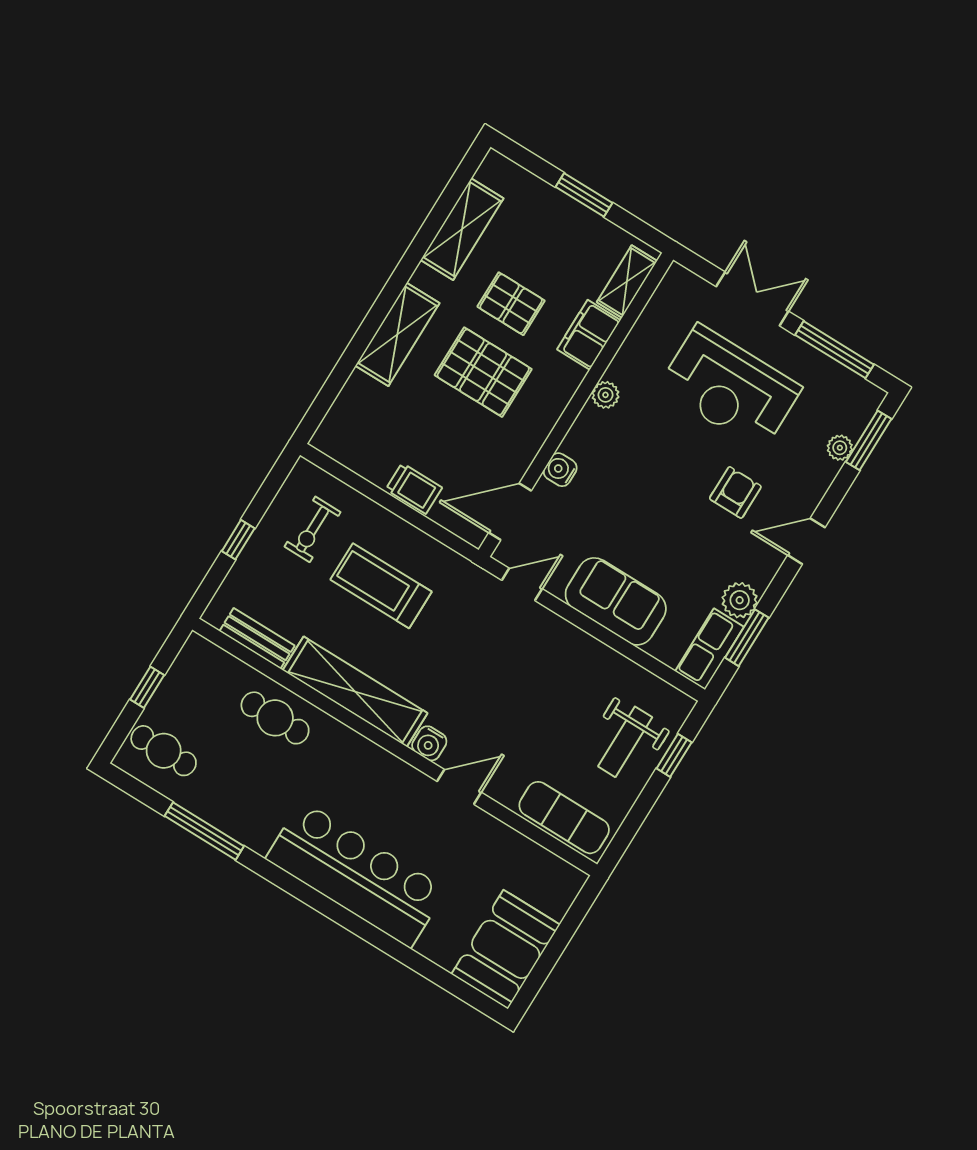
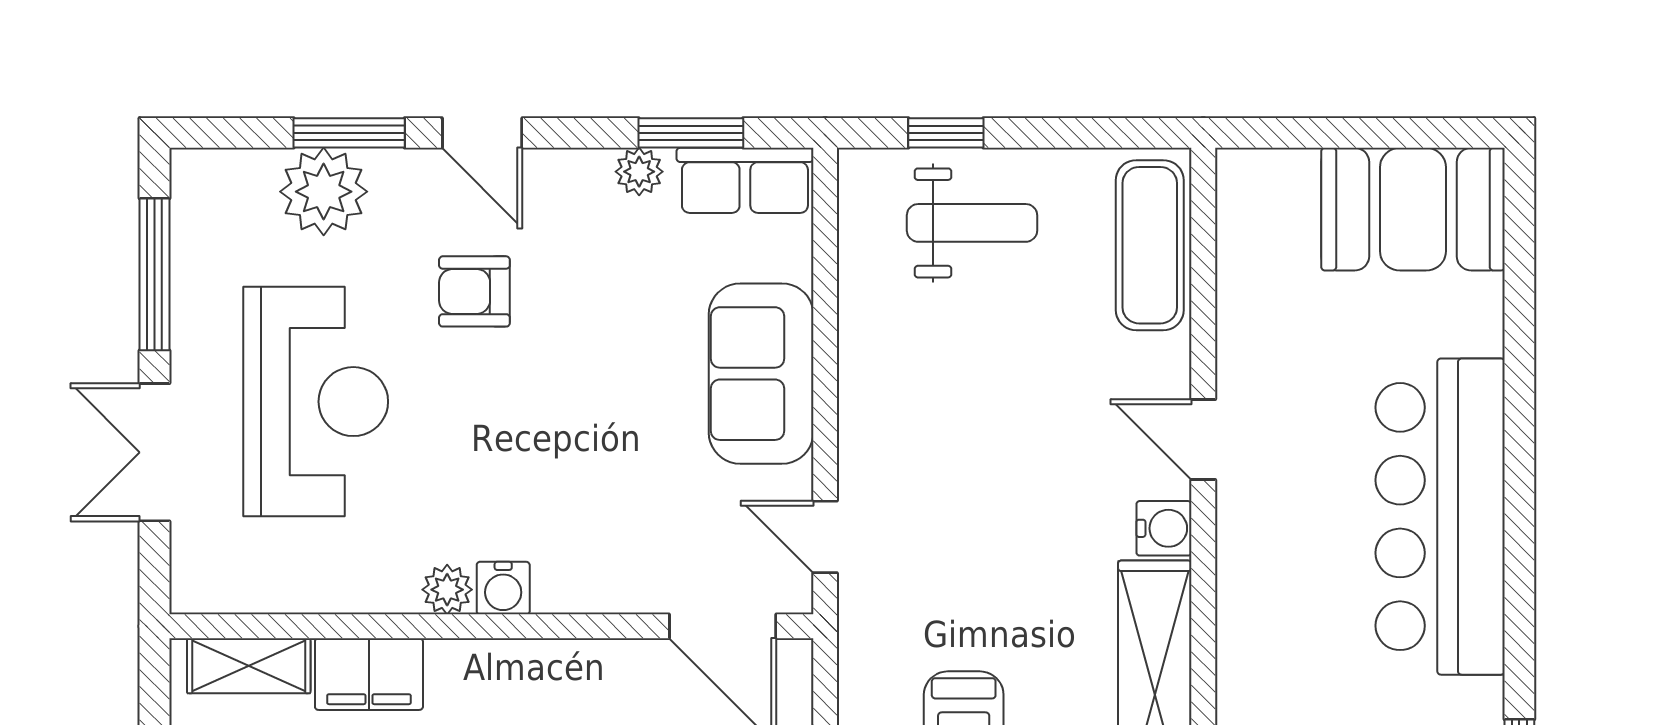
window: (869, 440) -> (349, 133), moved
plant: (840, 448) -> (324, 192), width x1.88, depth x1.88
water cooler: (560, 470) -> (503, 588), moved
plant: (740, 600) -> (639, 172), width x0.73, depth x0.73

